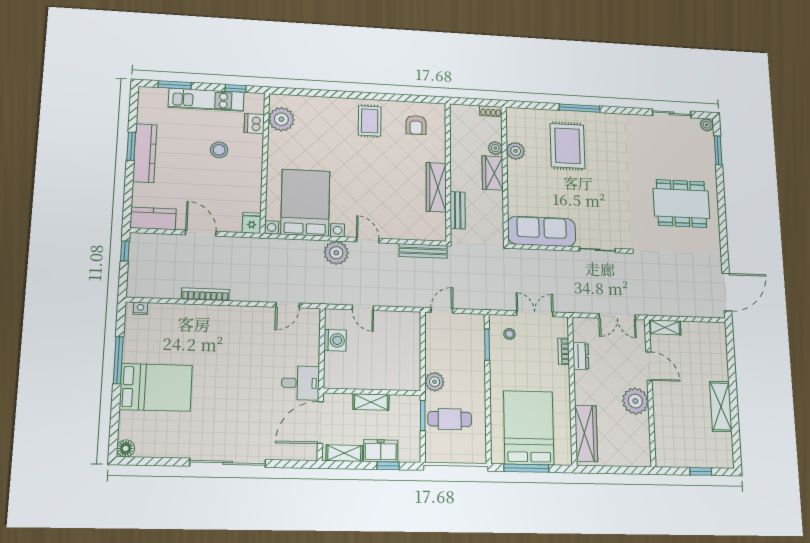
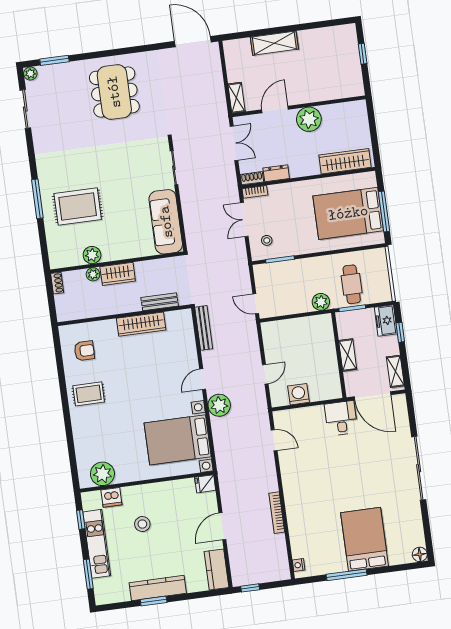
shoe rack: (578, 329) -> (252, 178), added
bookcase: (564, 351) -> (255, 192), moved
shelving: (721, 406) -> (274, 43), moved
freezer: (381, 451) -> (386, 321), moved

